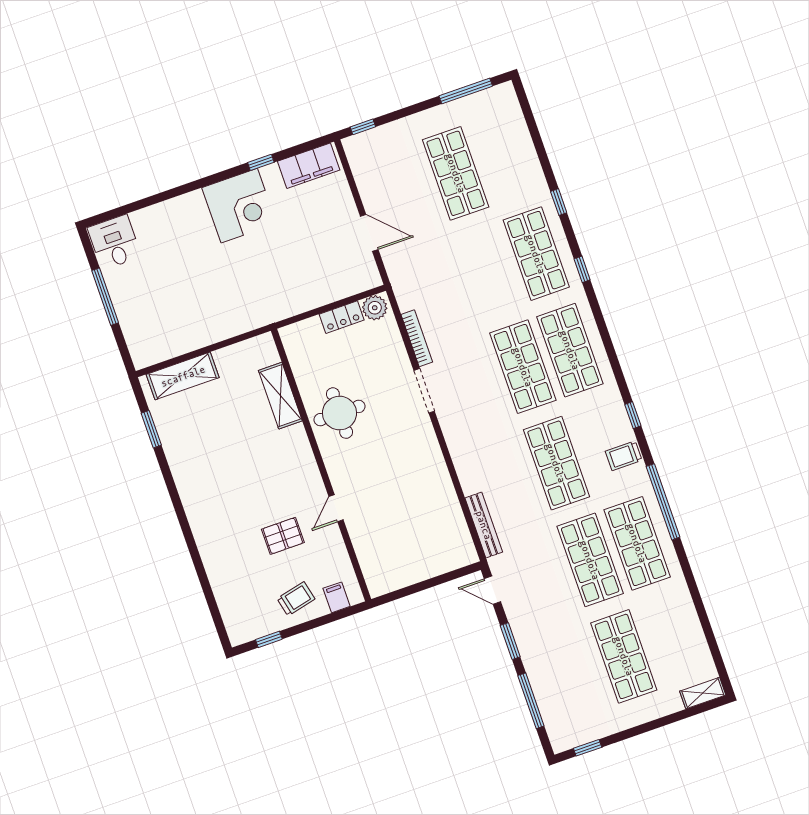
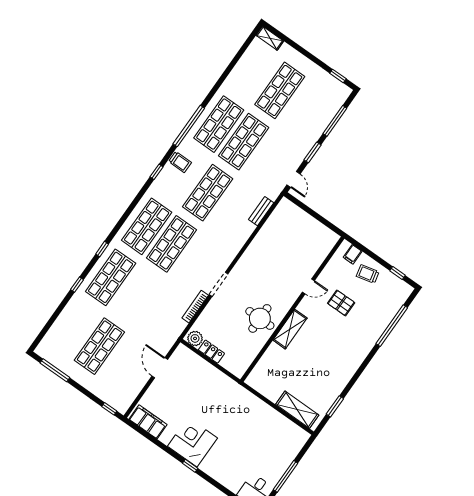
window: (261, 162) -> (190, 466), moved
shelving: (280, 396) -> (290, 329), moved
bench: (484, 525) -> (261, 211), width x0.73
window: (204, 582) -> (392, 326), added

